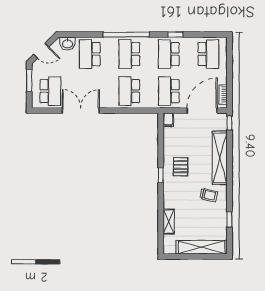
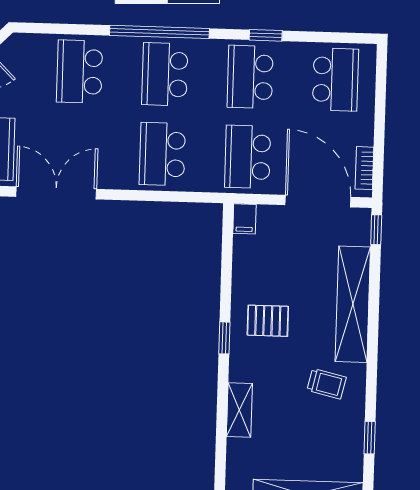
washbasin: (68, 44) -> (32, 47), removed
door: (202, 111) -> (318, 201), hinge flipped
pallet: (181, 167) -> (268, 321), turned 90
shelving: (169, 222) -> (239, 410), moved

